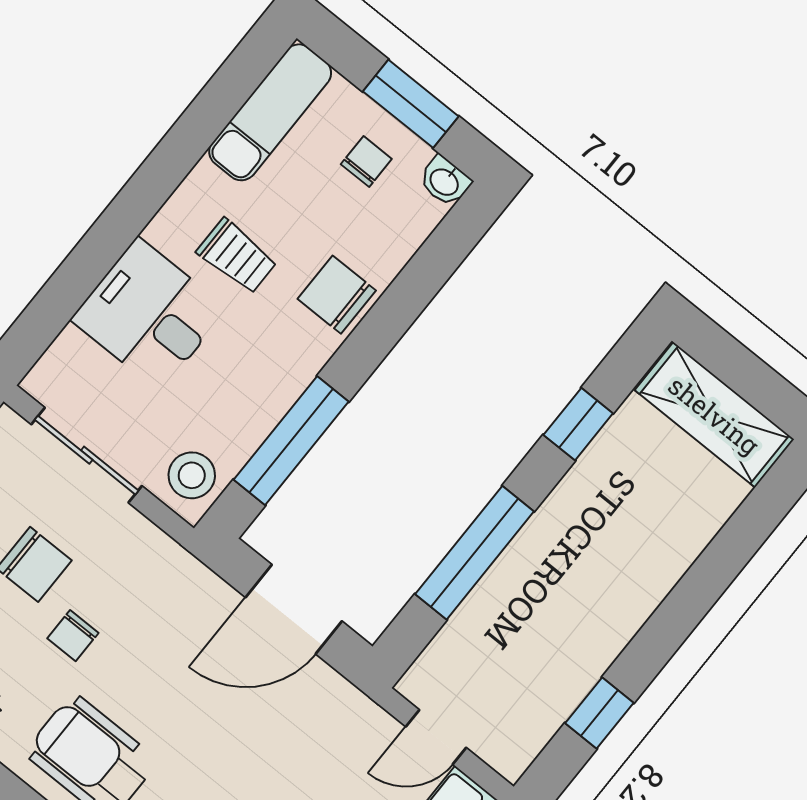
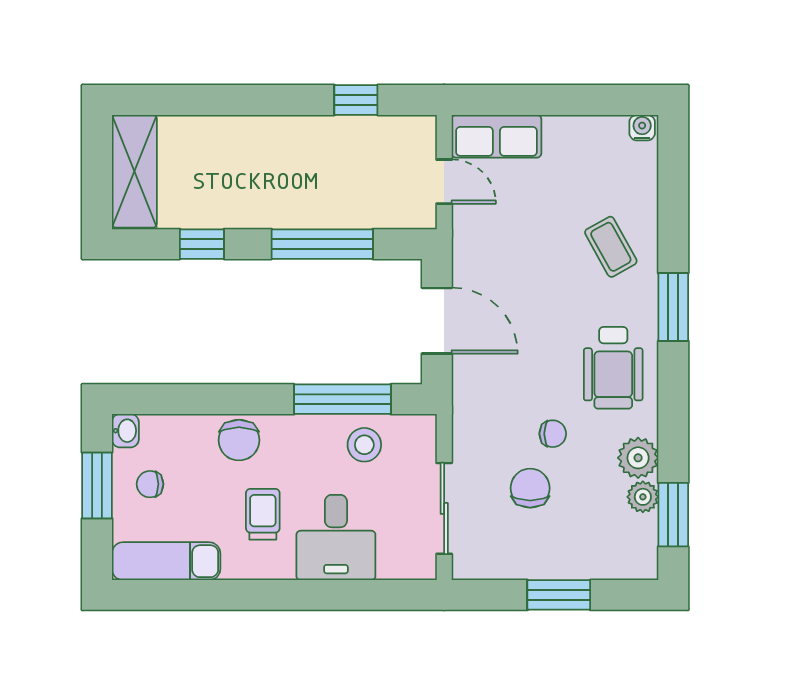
stool: (192, 475) -> (364, 445), moved

